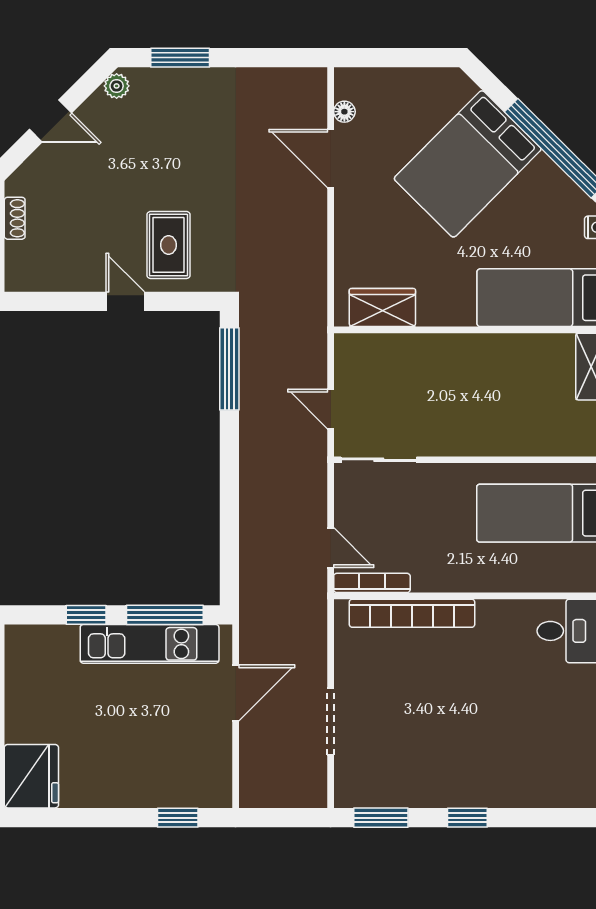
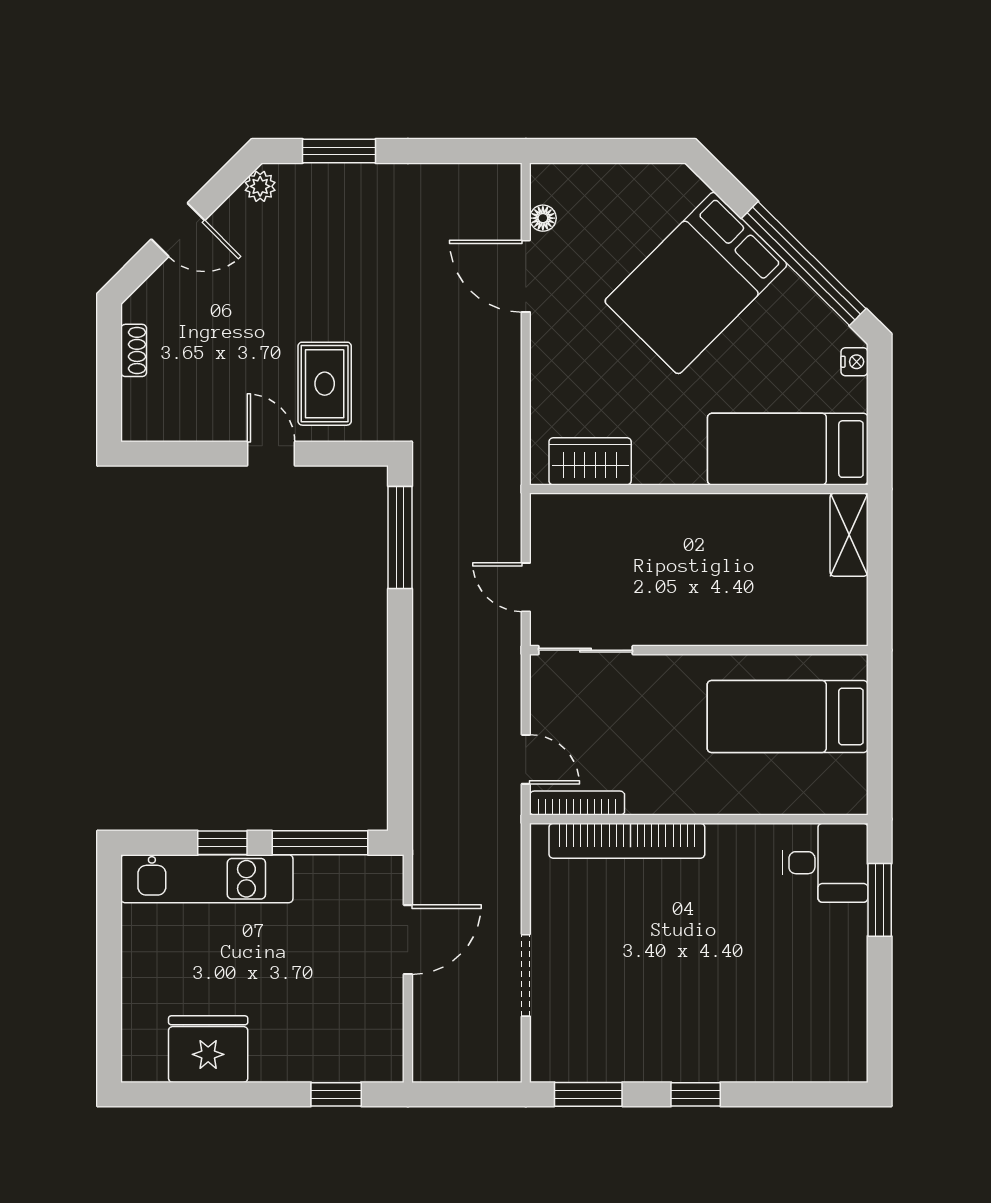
kitchen unit: (150, 644) -> (207, 879), moved
fridge: (31, 776) -> (208, 1049), moved, turned -90

